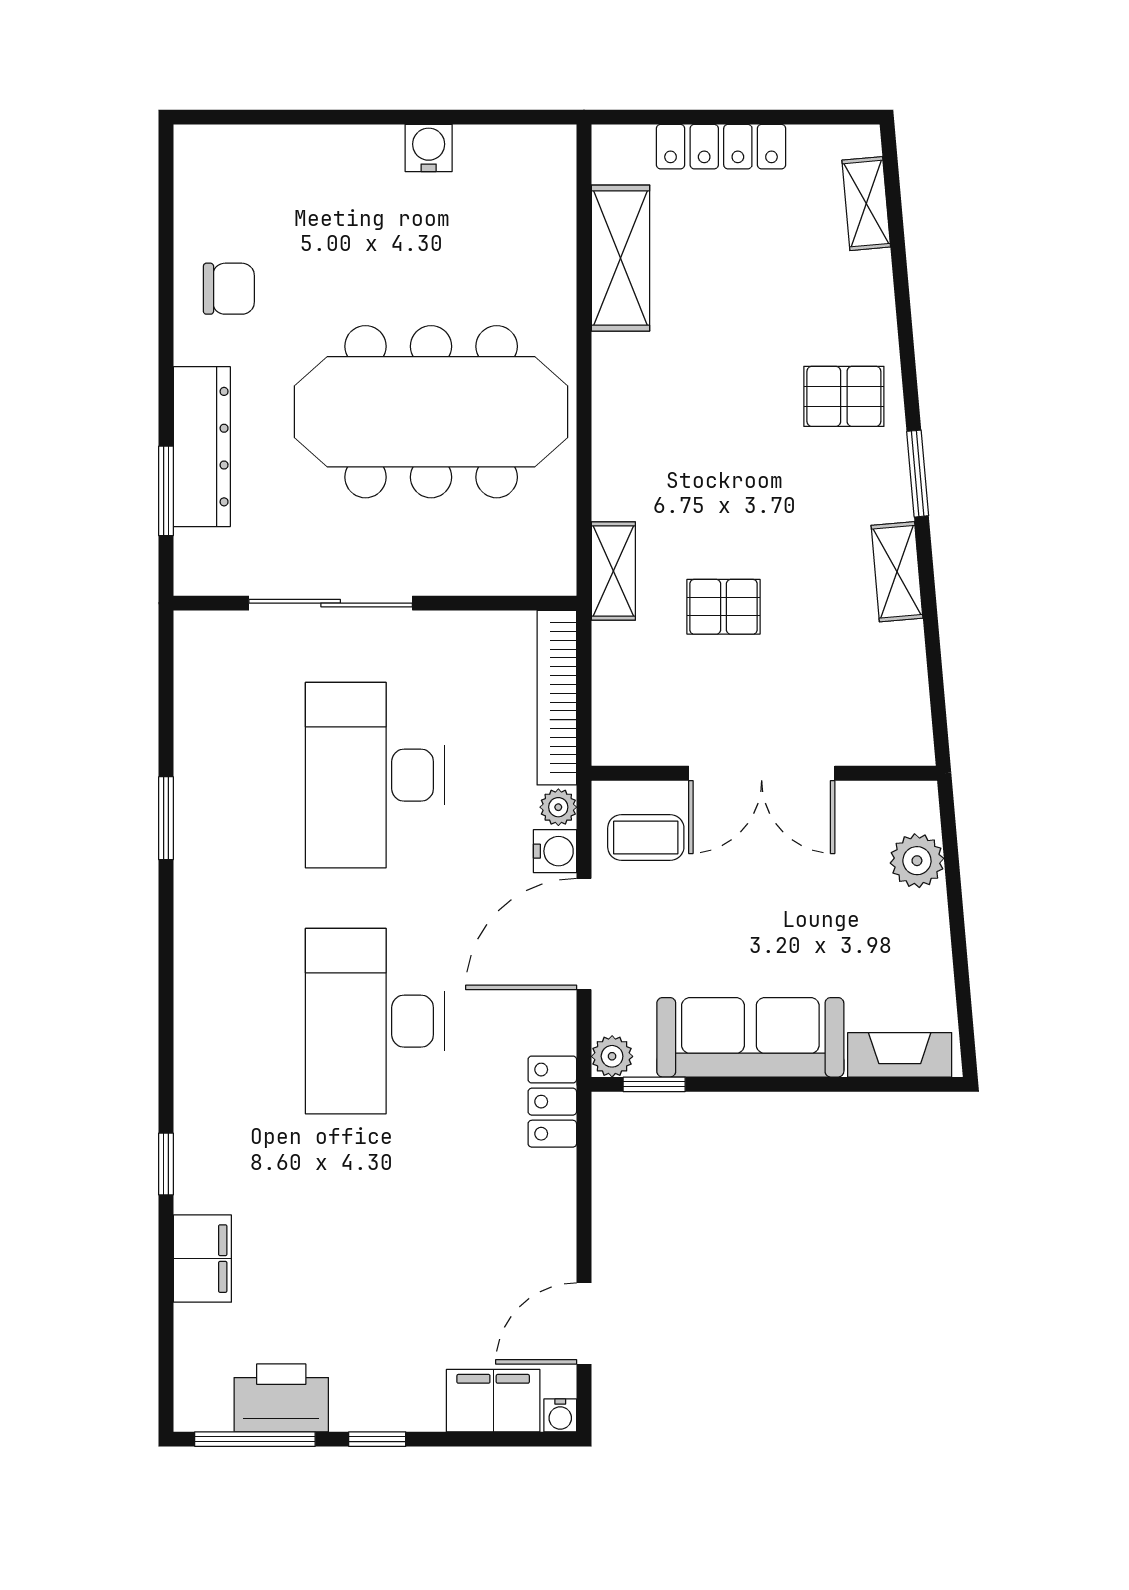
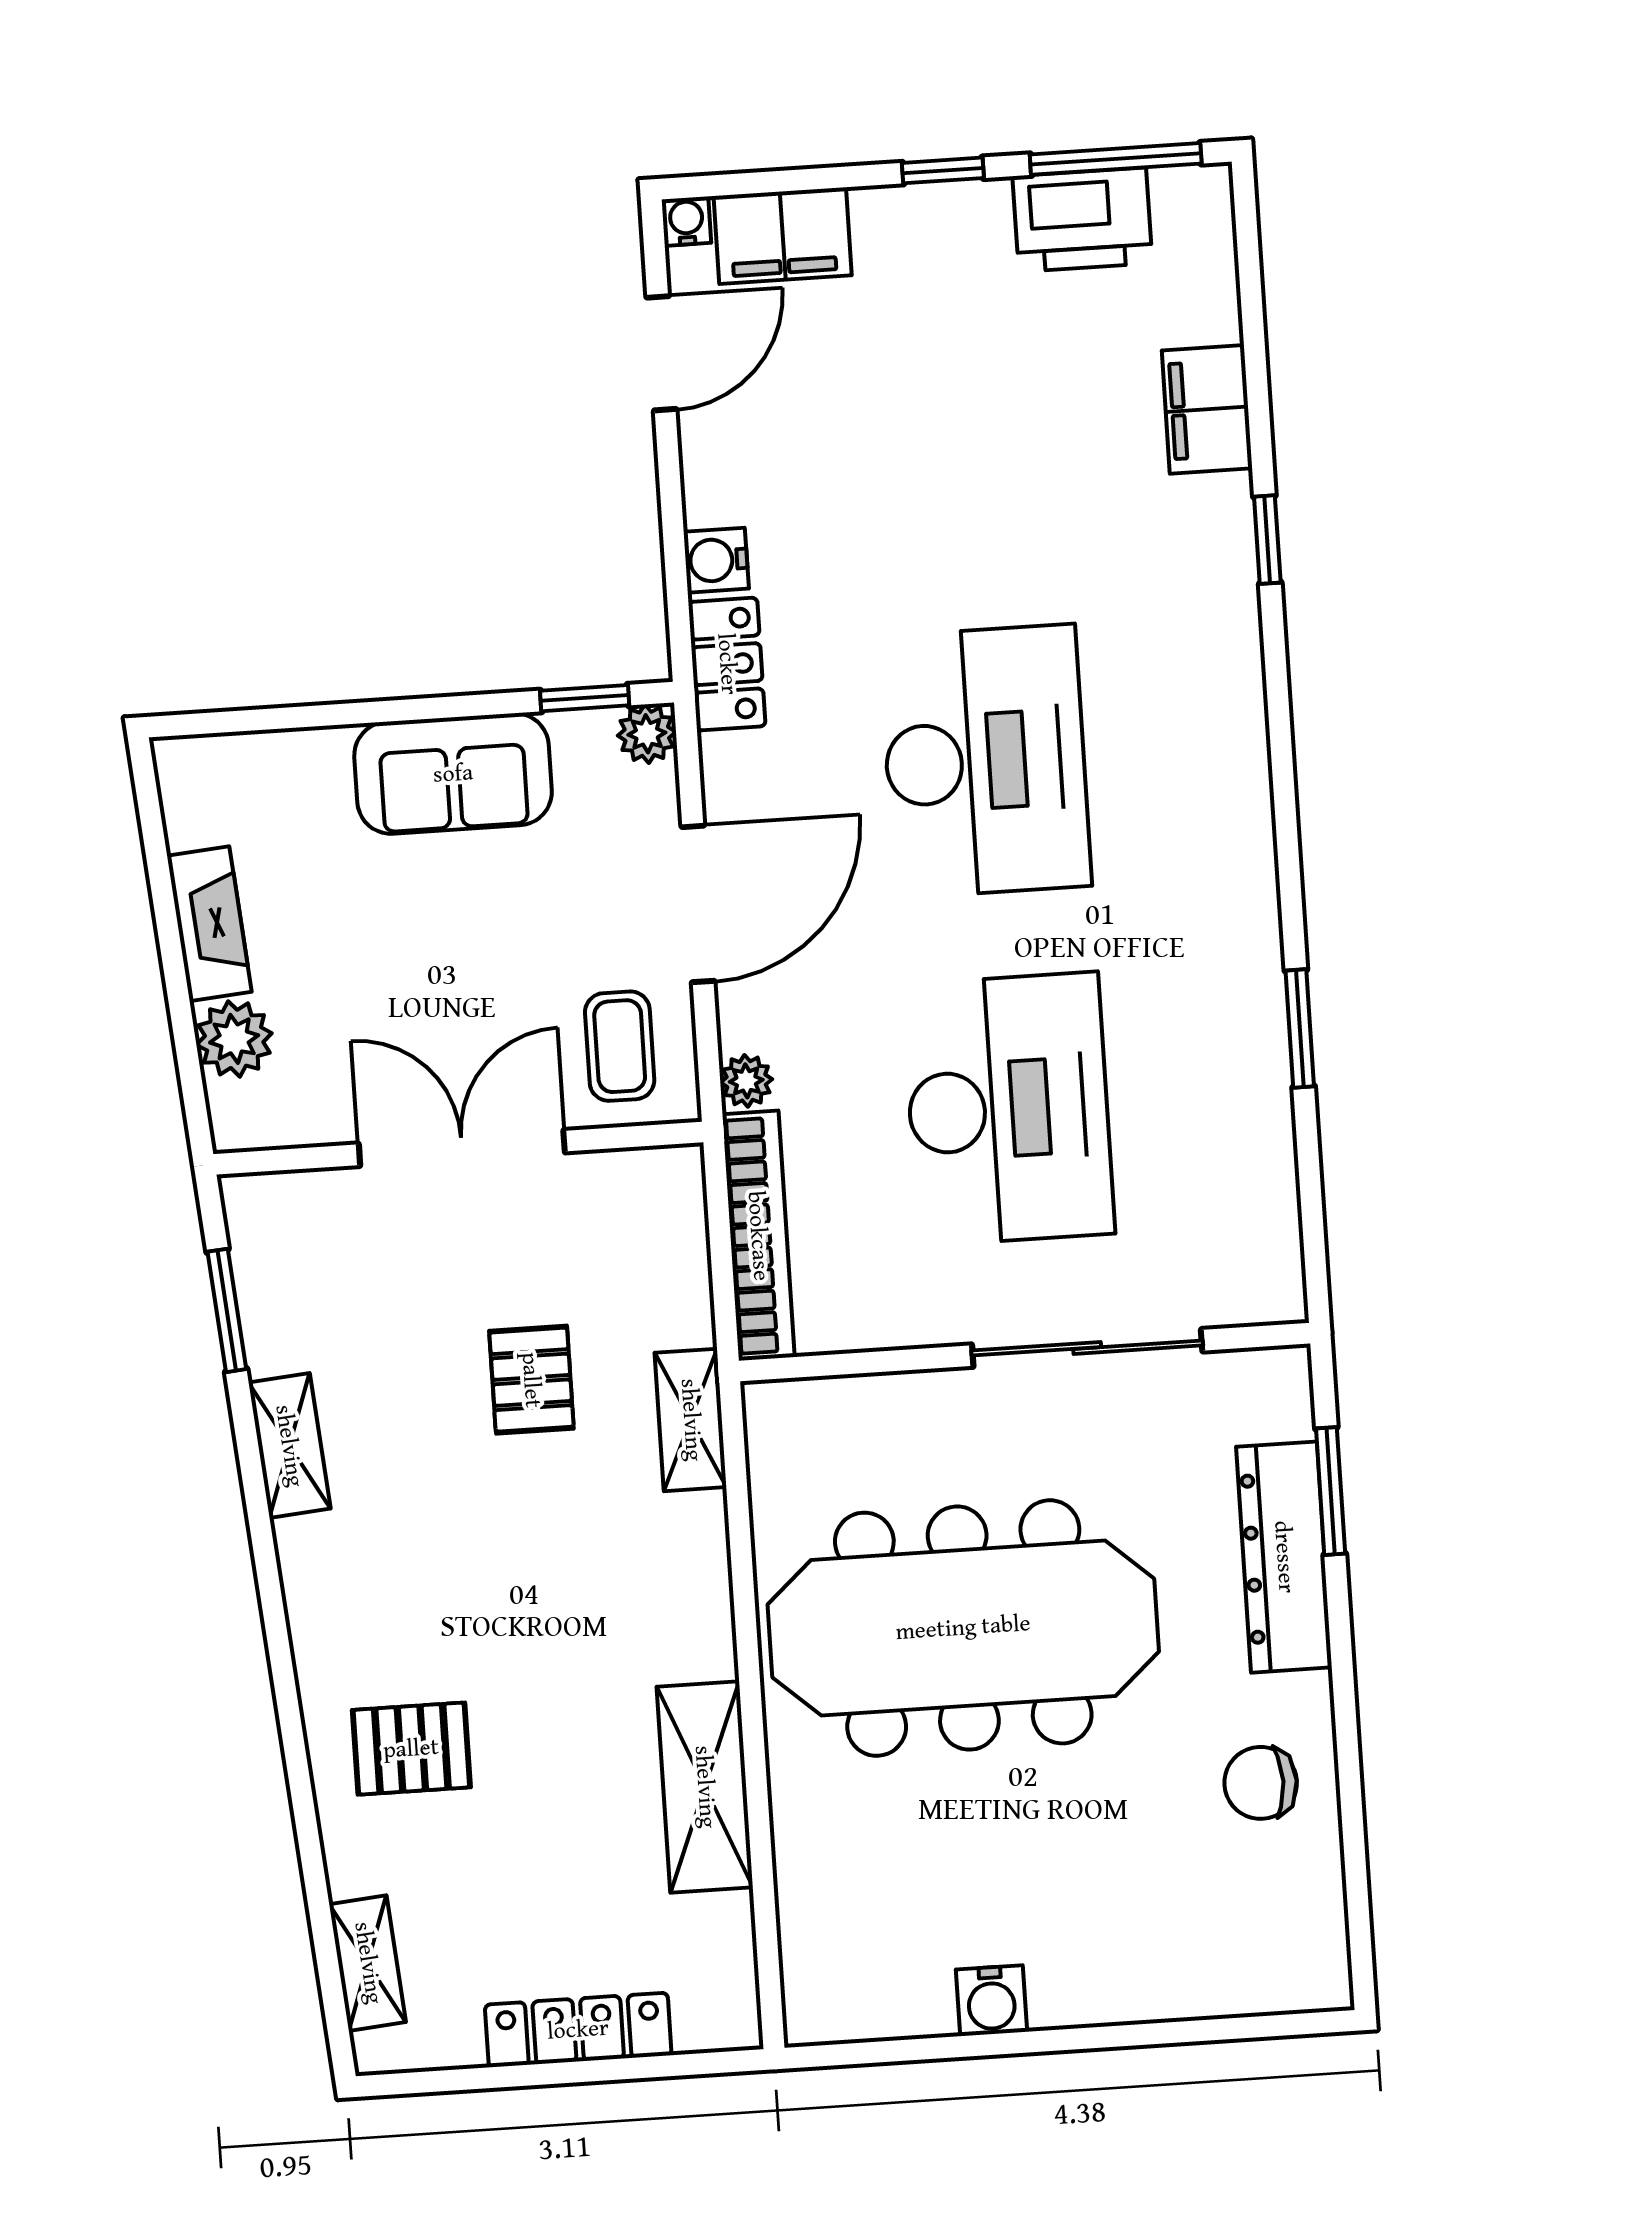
shelving: (620, 258) -> (705, 1787), moved
pallet: (844, 396) -> (411, 1749), moved
window: (918, 474) -> (227, 1310), moved
pallet: (723, 607) -> (531, 1380), turned 90
coffee table: (646, 838) -> (620, 1046), turned 90
water cooler: (555, 851) -> (716, 560), moved
sofa: (750, 1037) -> (453, 774), width x0.73
fireplace: (900, 1055) -> (209, 924), moved, turned -95

